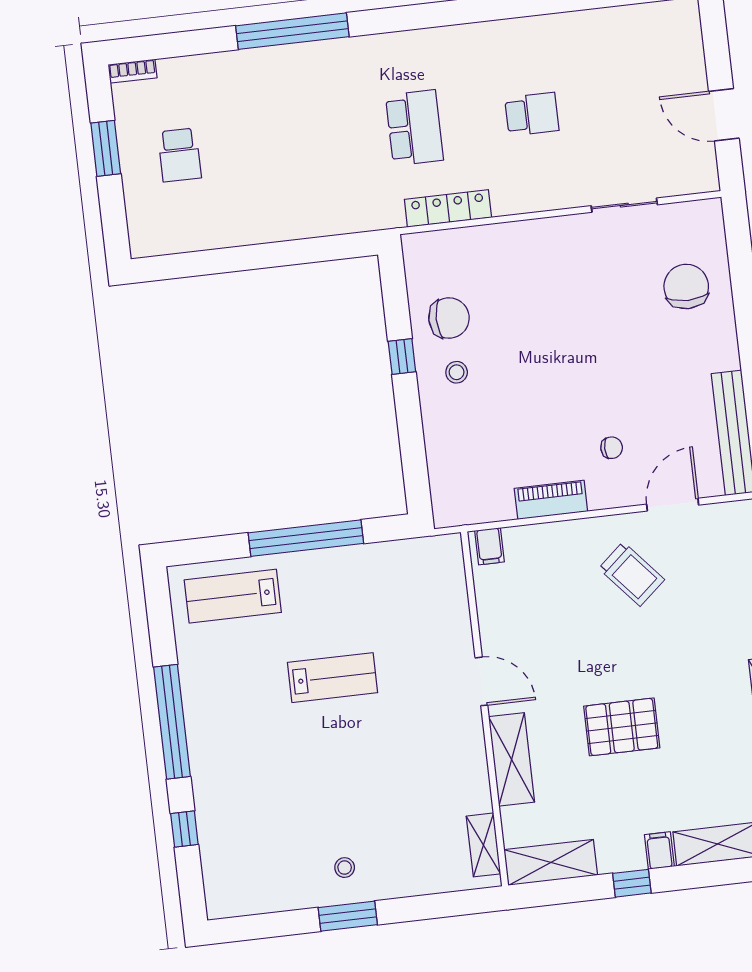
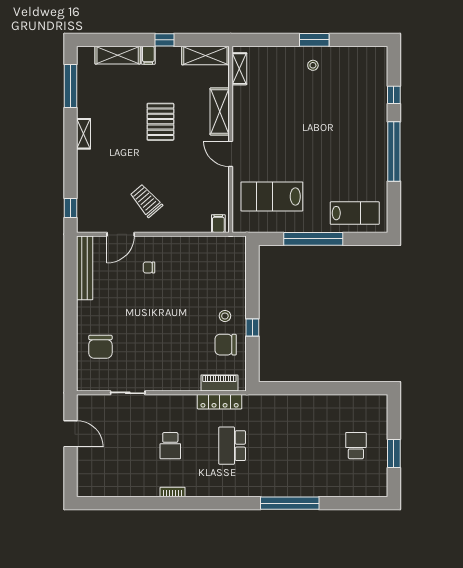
bookcase: (132, 71) -> (173, 492), moved
school desk: (532, 114) -> (170, 446), turned -90
piano: (551, 500) -> (219, 383), moved, turned 180
lab bench: (333, 678) -> (272, 196), moved, width x1.36, depth x1.39
pallet: (622, 727) -> (160, 122), turned 90

